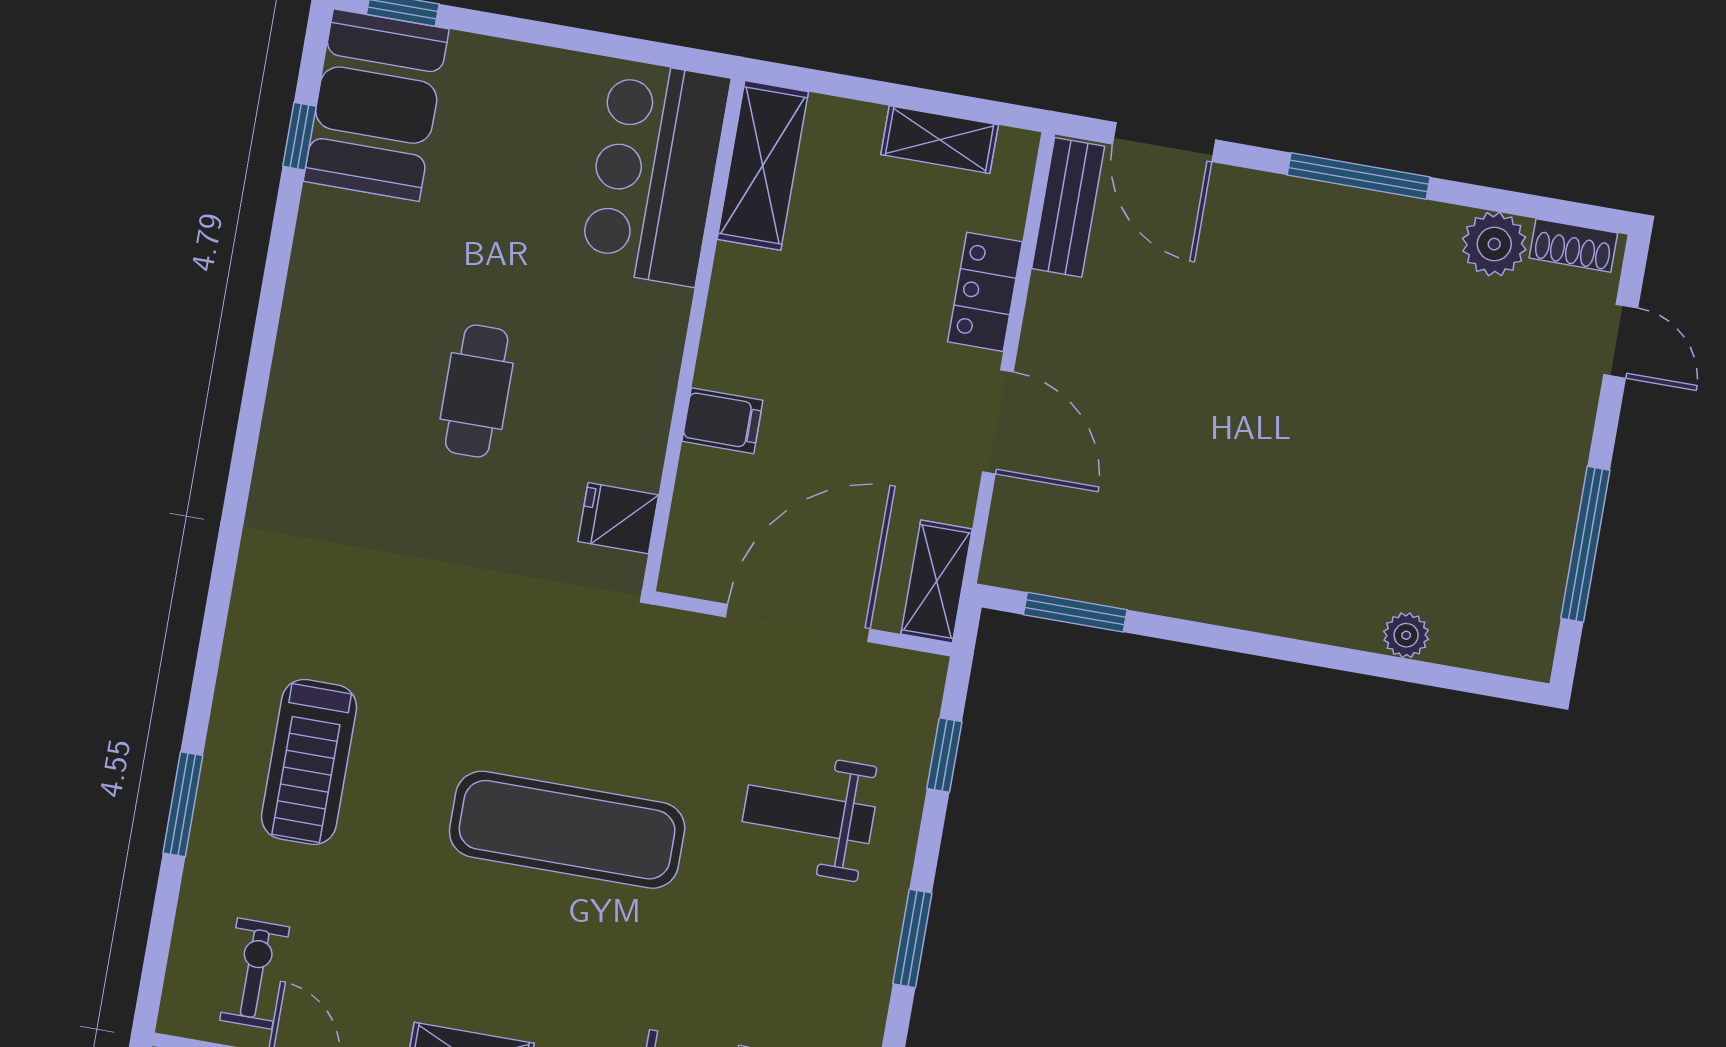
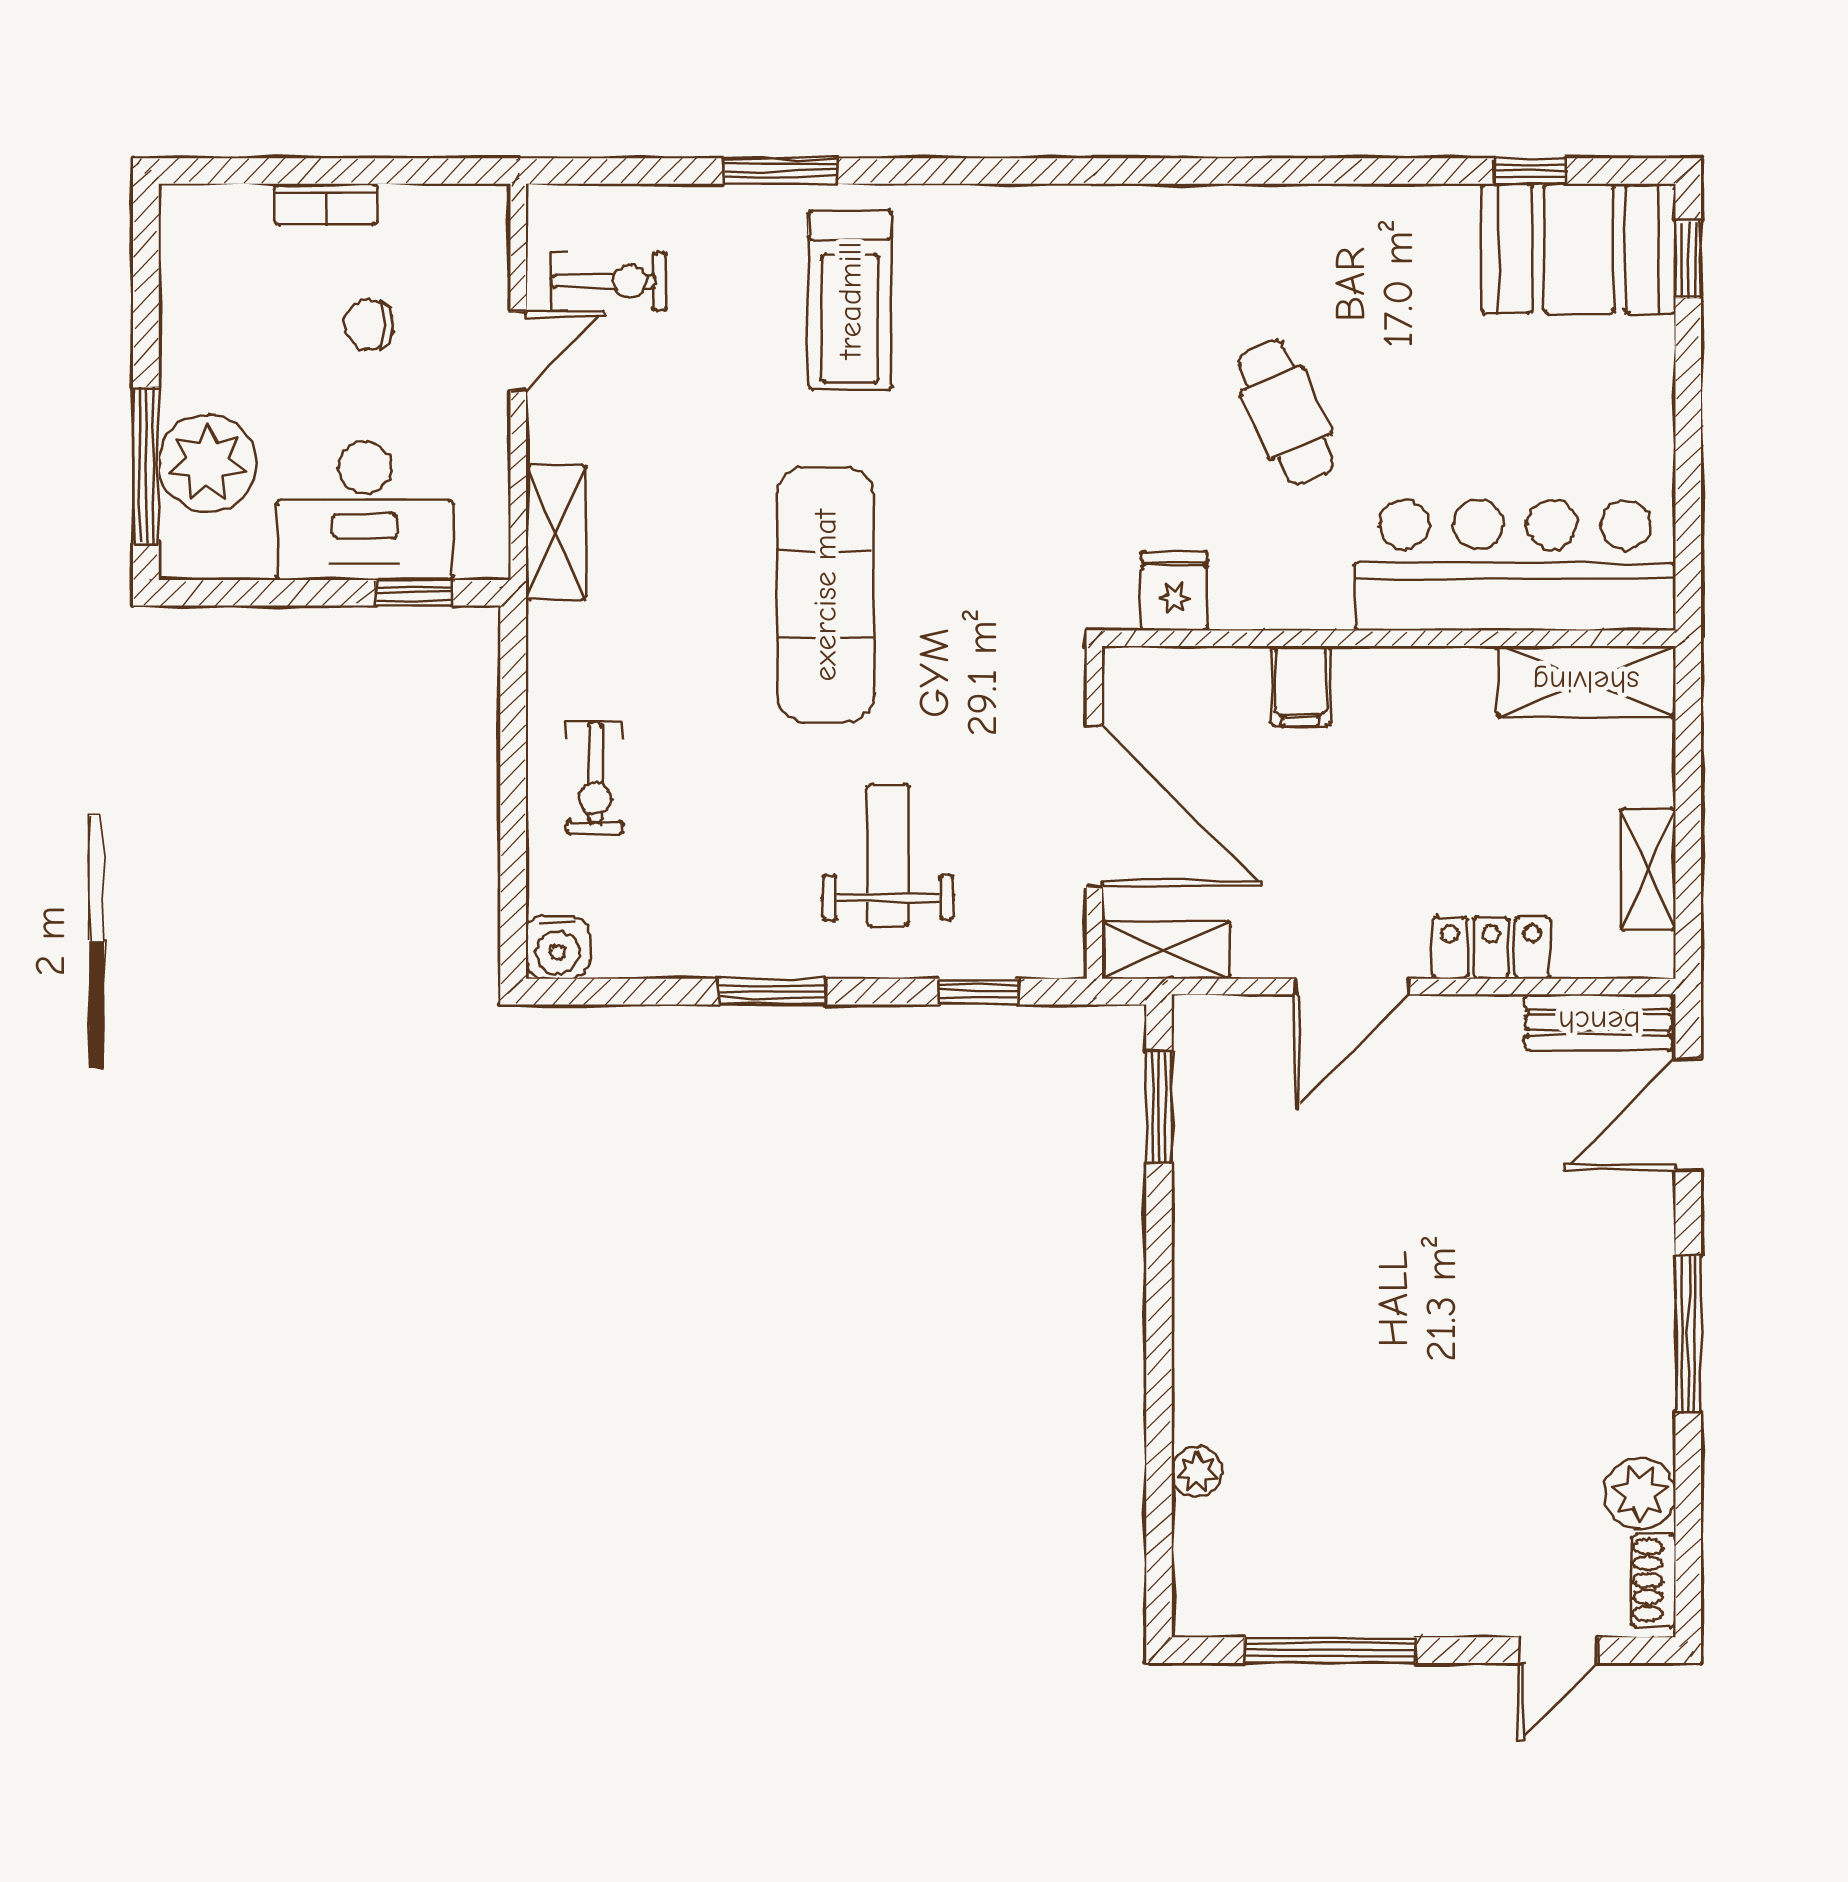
bar counter: (655, 173) -> (1515, 565), width x1.36
cafe table: (477, 391) -> (1286, 413), turned 67
treadmill: (309, 762) -> (850, 300), turned -90

